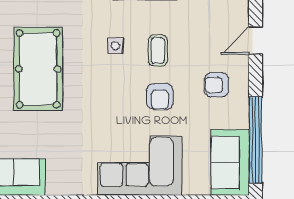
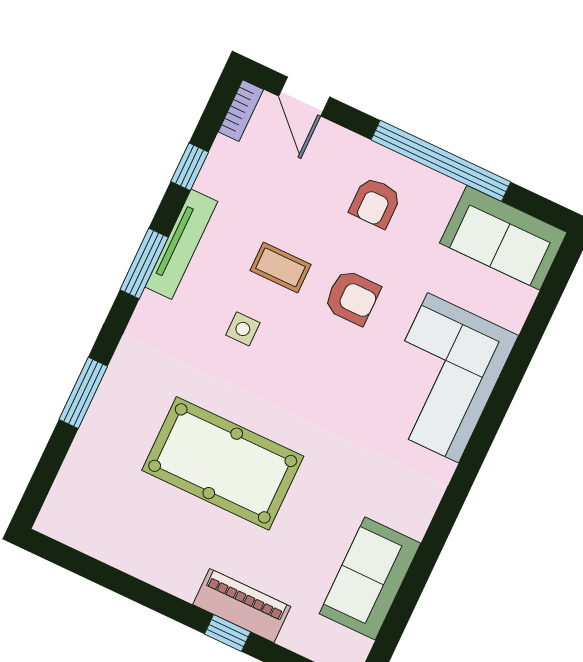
door: (256, 41) -> (304, 97), moved
window: (256, 140) -> (441, 161), moved

